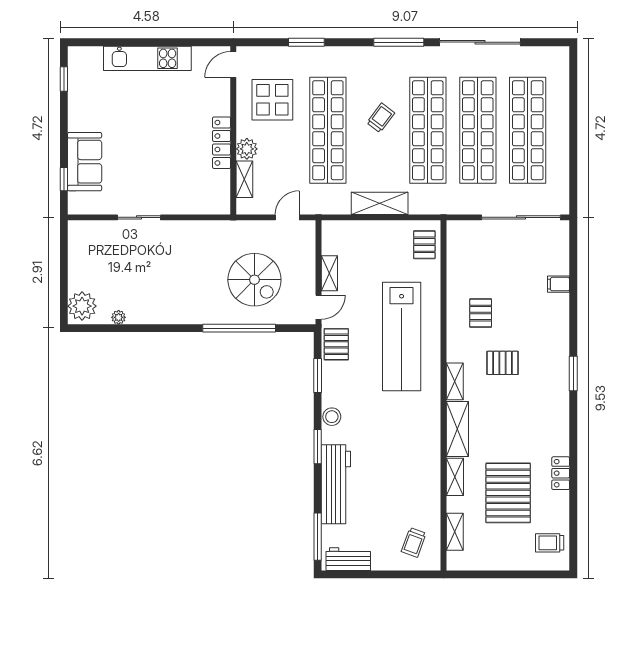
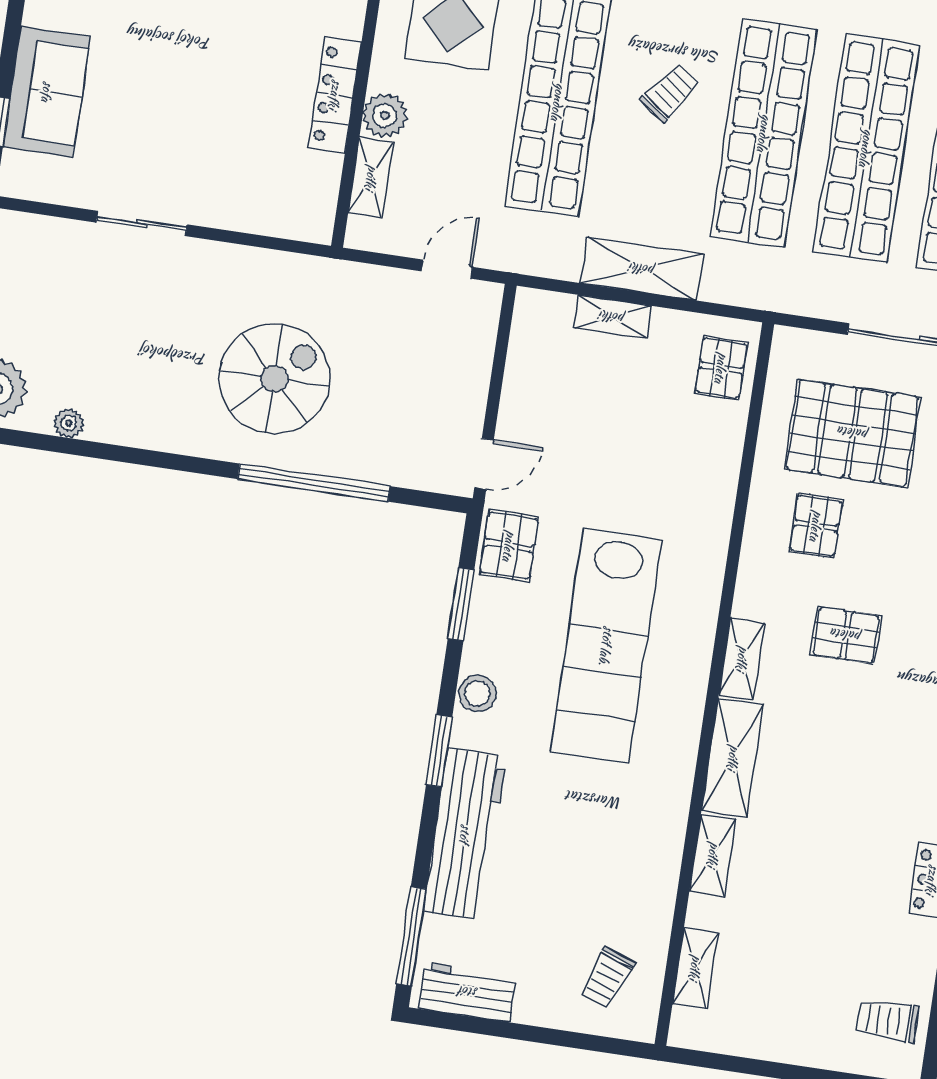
shelving: (329, 273) -> (612, 317), moved, turned 90
spiral stairs: (254, 280) -> (274, 378), moved, turned -90
lab bench: (402, 336) -> (606, 646), moved
pallet: (508, 493) -> (853, 433), moved, turned 90

